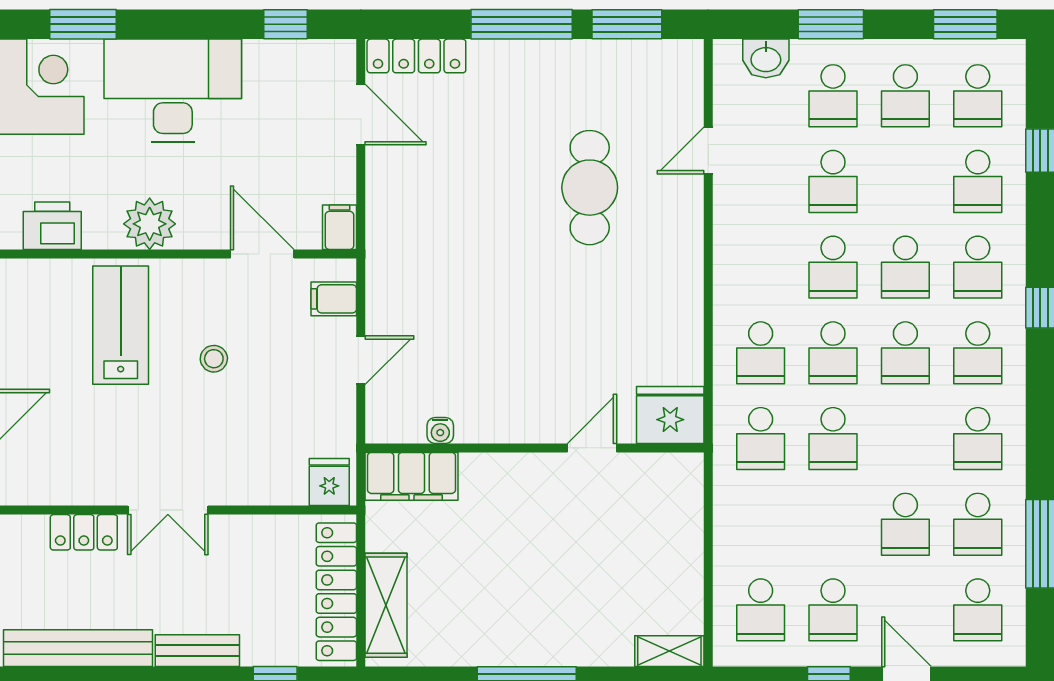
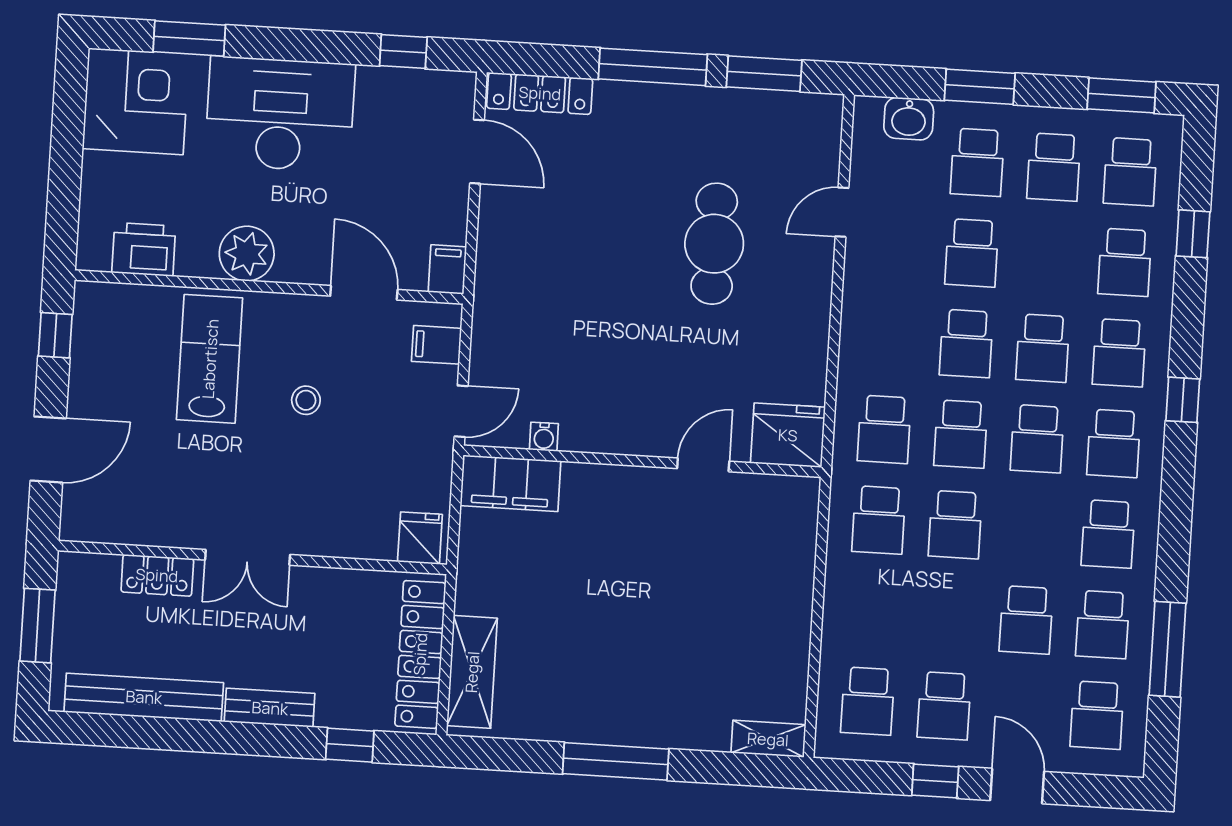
fridge: (670, 415) -> (788, 435), moved
water cooler: (440, 430) -> (544, 437), moved
wall: (535, 448) -> (642, 461), moved
door: (592, 448) -> (703, 465), moved
filing cabinet: (411, 476) -> (511, 483), moved

